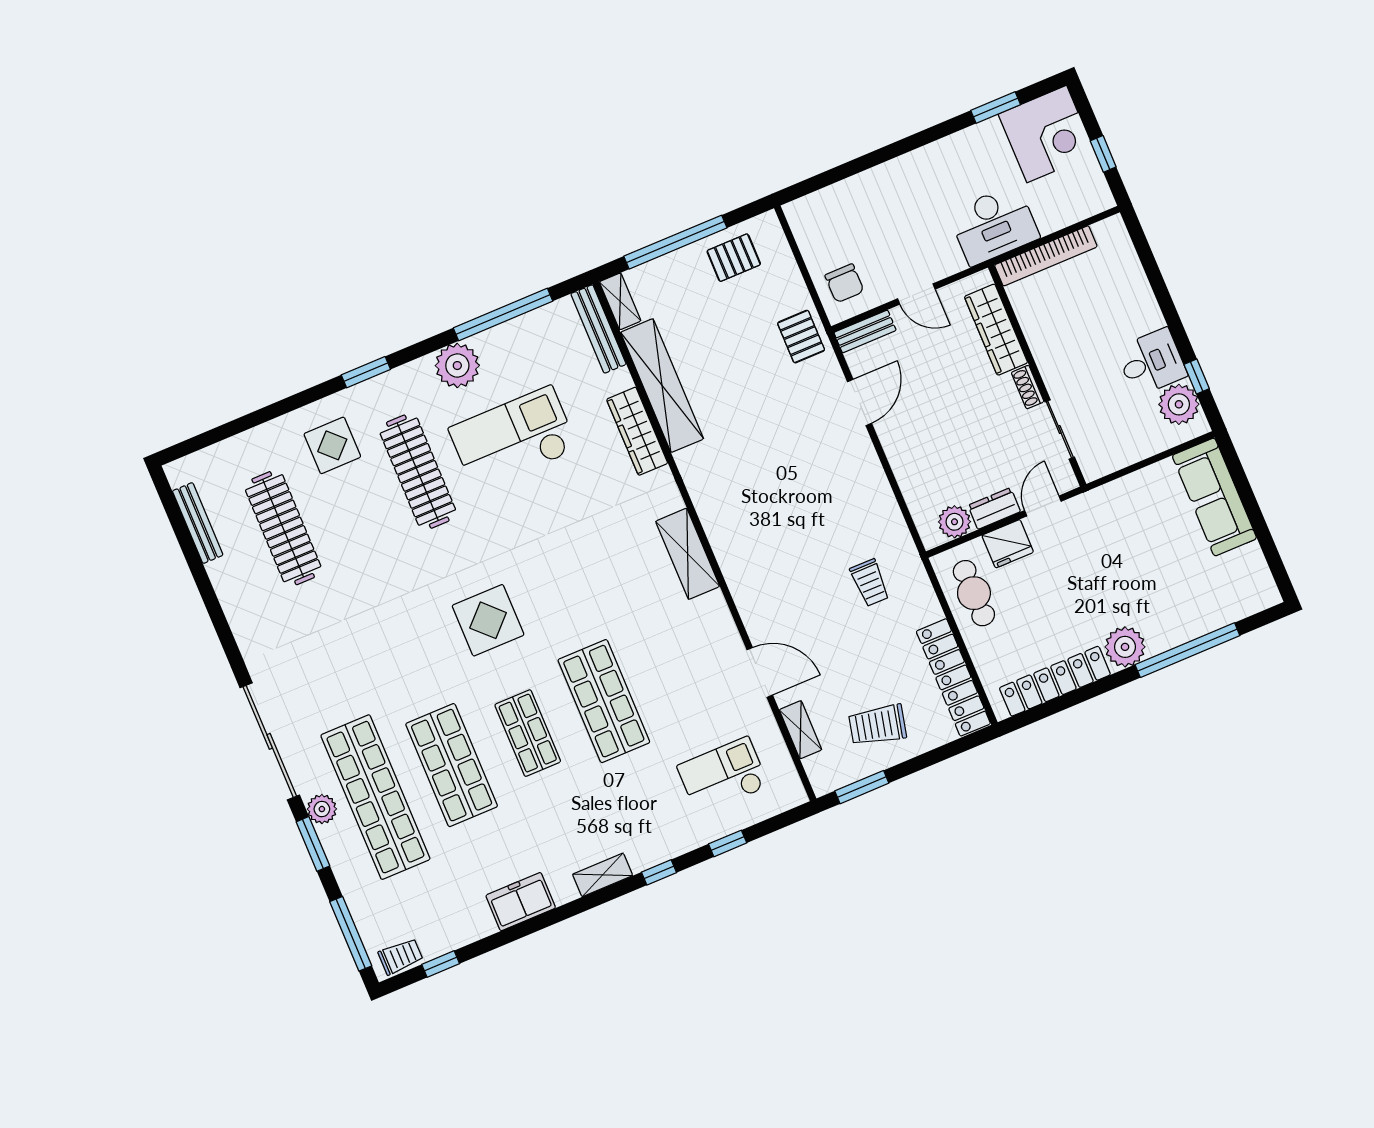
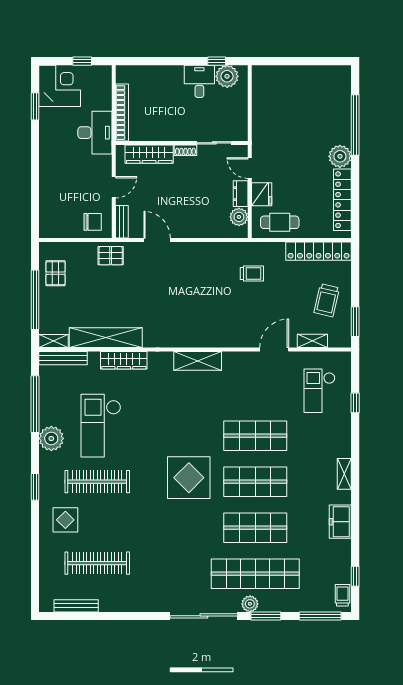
sofa: (1214, 497) -> (282, 78), removed
display table: (488, 620) -> (189, 478), width x1.36, depth x1.36
shop shelf: (528, 733) -> (255, 482), width x1.43, depth x1.36
window: (659, 872) -> (355, 444), removed

